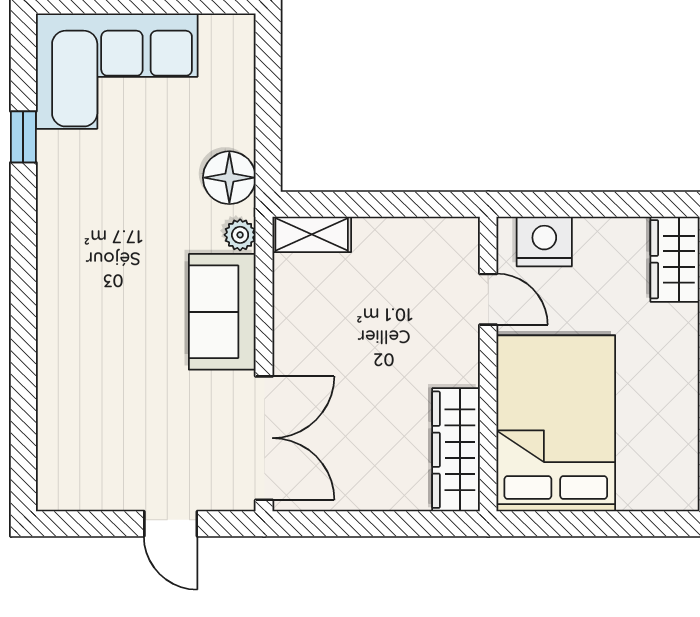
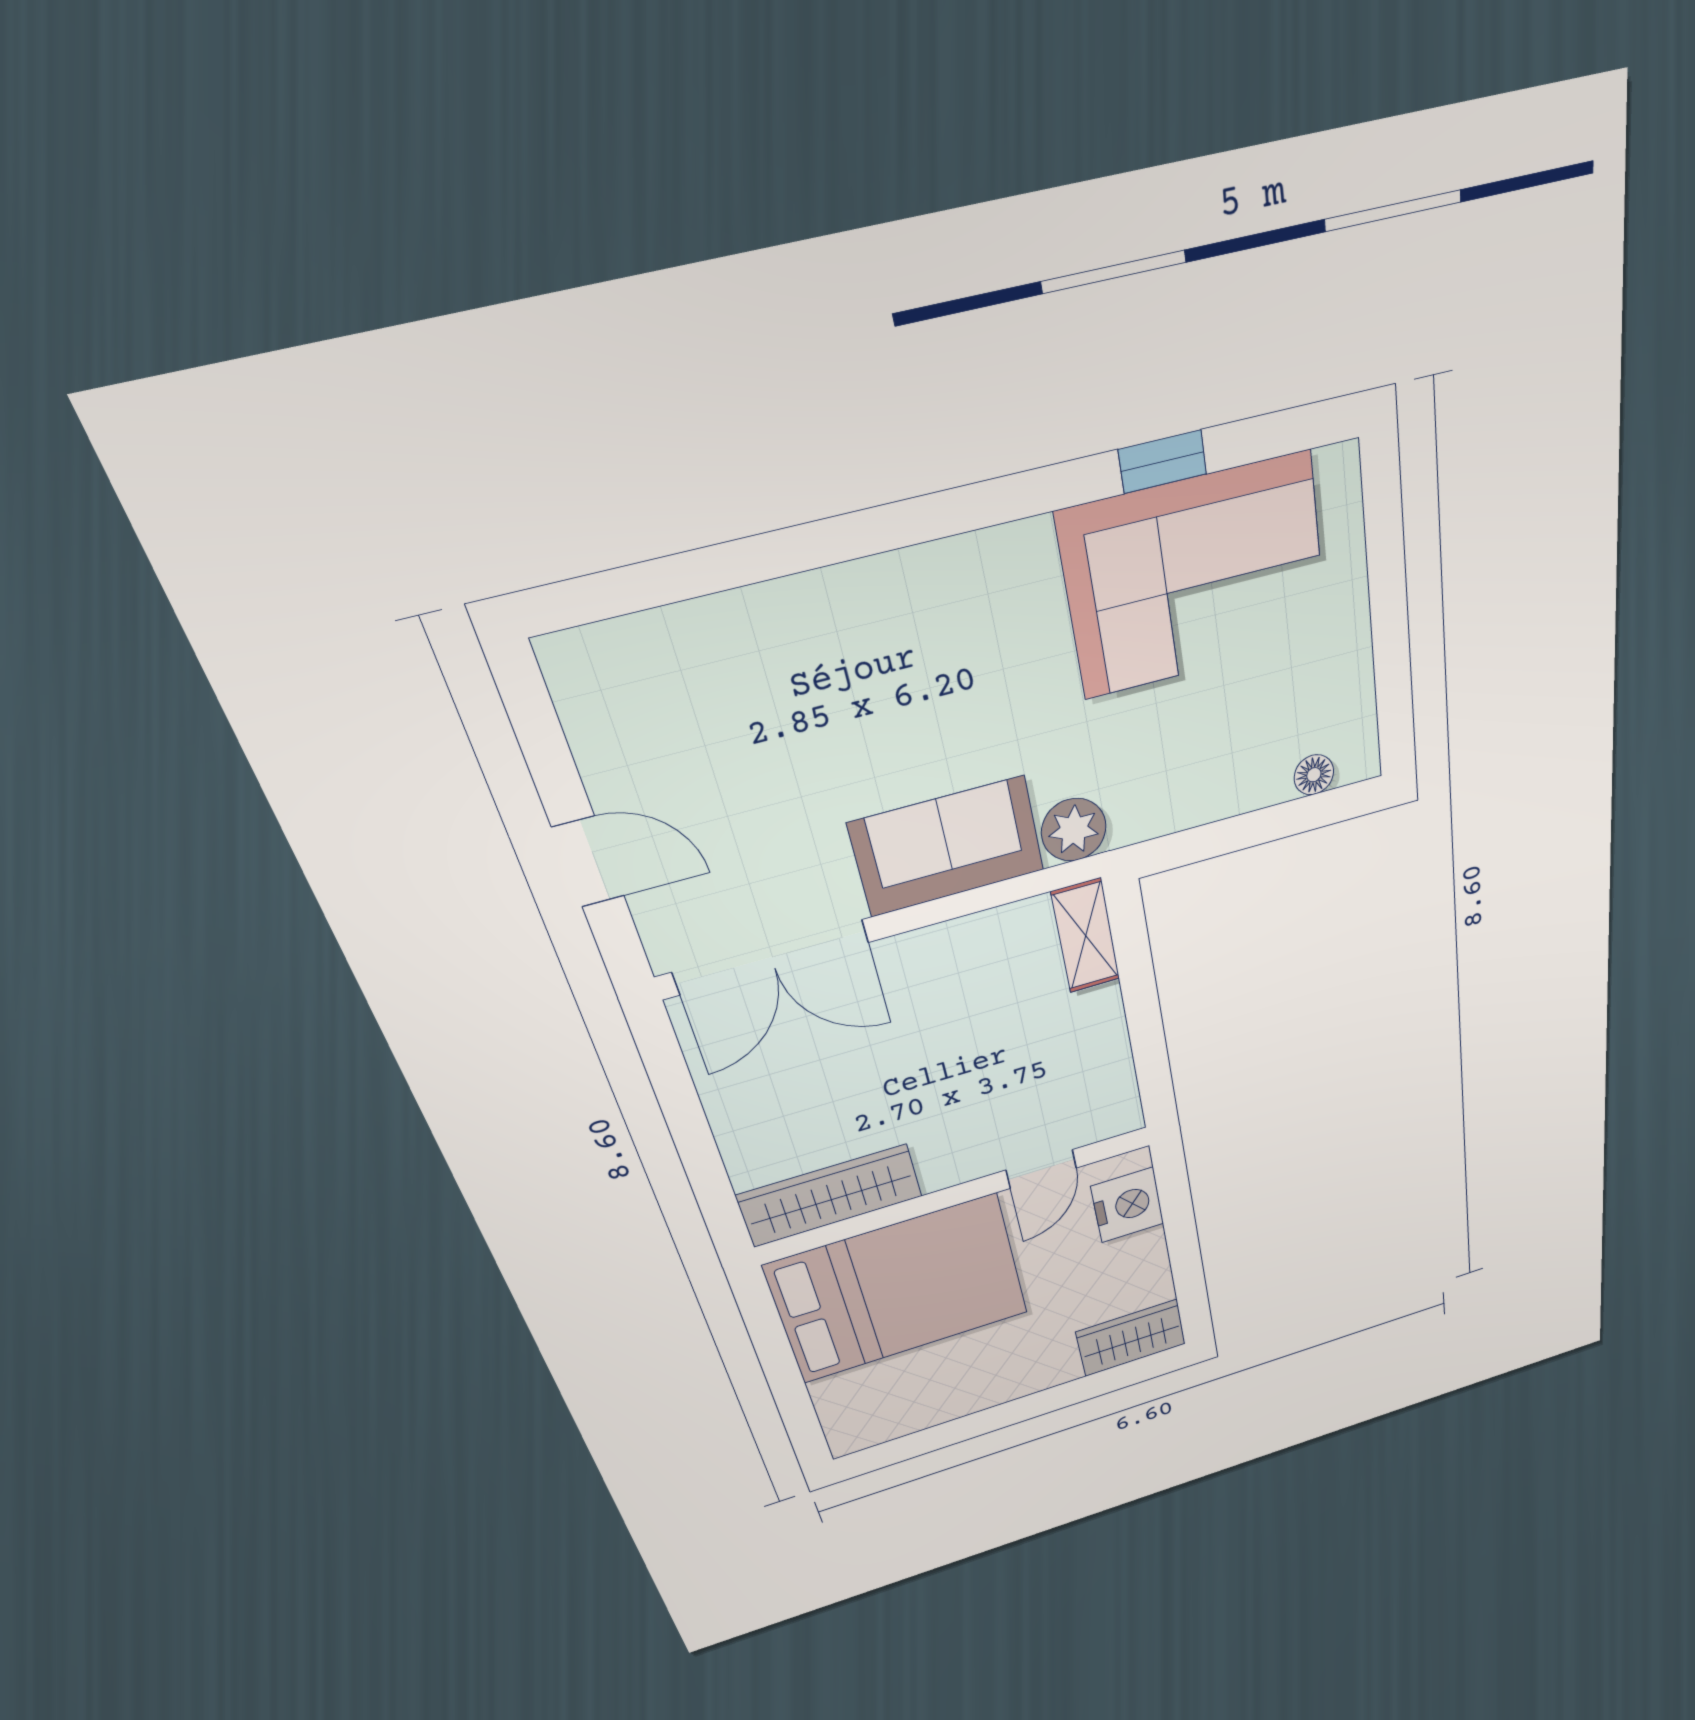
corner sofa: (117, 71) -> (1196, 577), moved, turned -90
floor lamp: (229, 178) -> (1314, 775), moved, width x0.53, depth x0.53
plant: (240, 235) -> (1074, 830), width x1.38, depth x1.38
door: (171, 524) -> (588, 862), swing flipped

